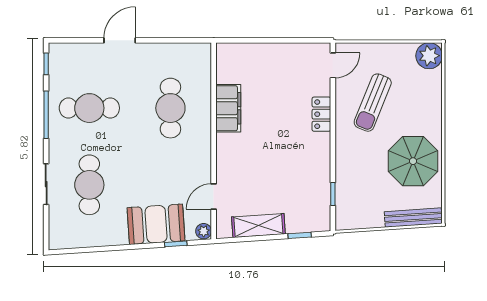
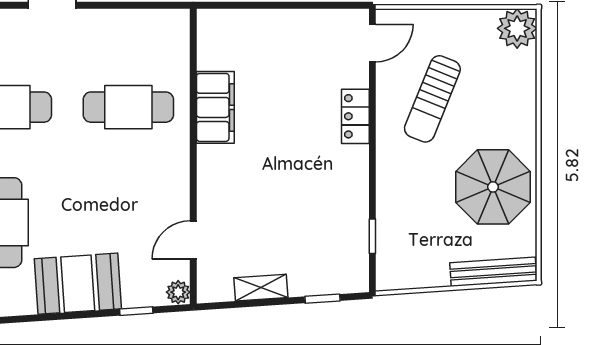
cafe table: (170, 108) -> (128, 107), turned 90
booth: (156, 224) -> (78, 284), moved
shelving: (258, 225) -> (261, 288), width x0.67, depth x0.75

